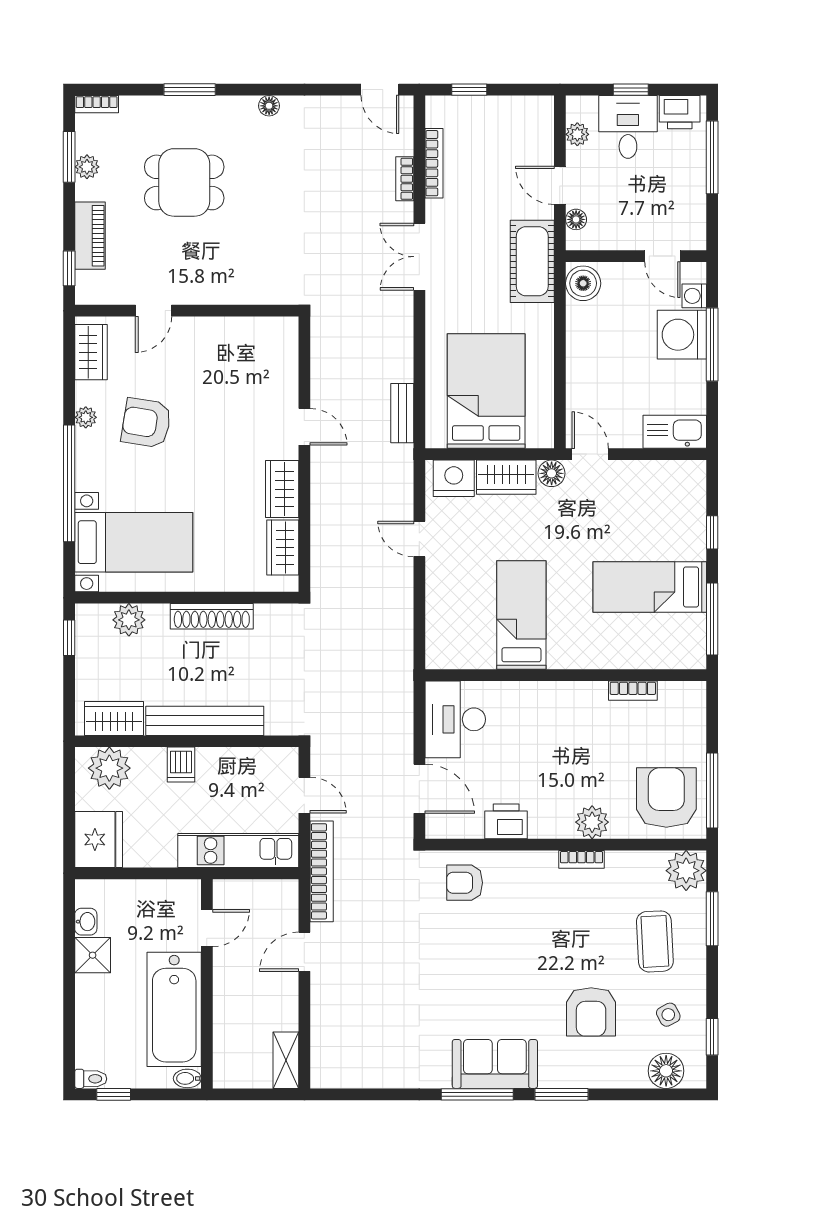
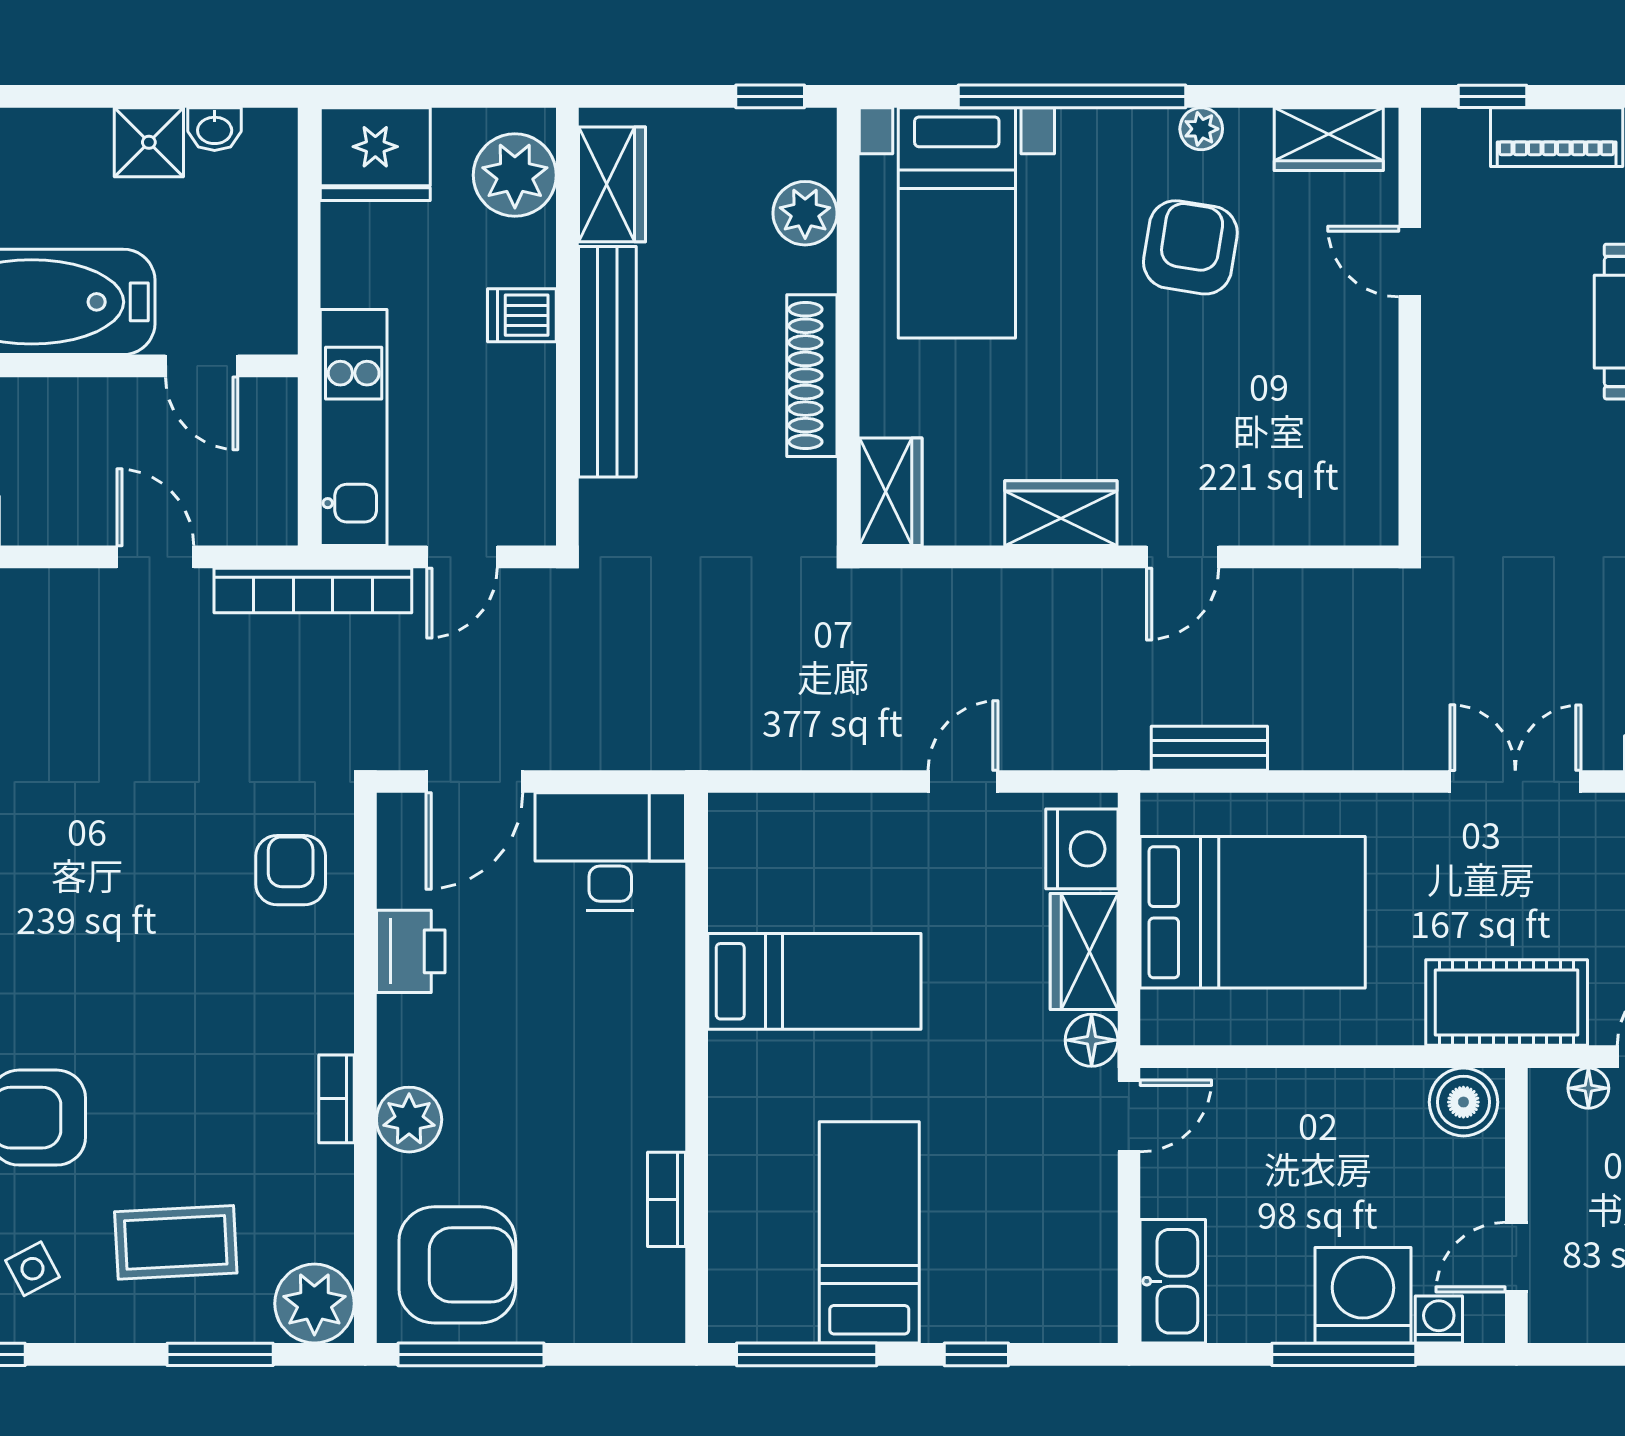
wardrobe: (283, 548) -> (891, 492), moved, turned 90

